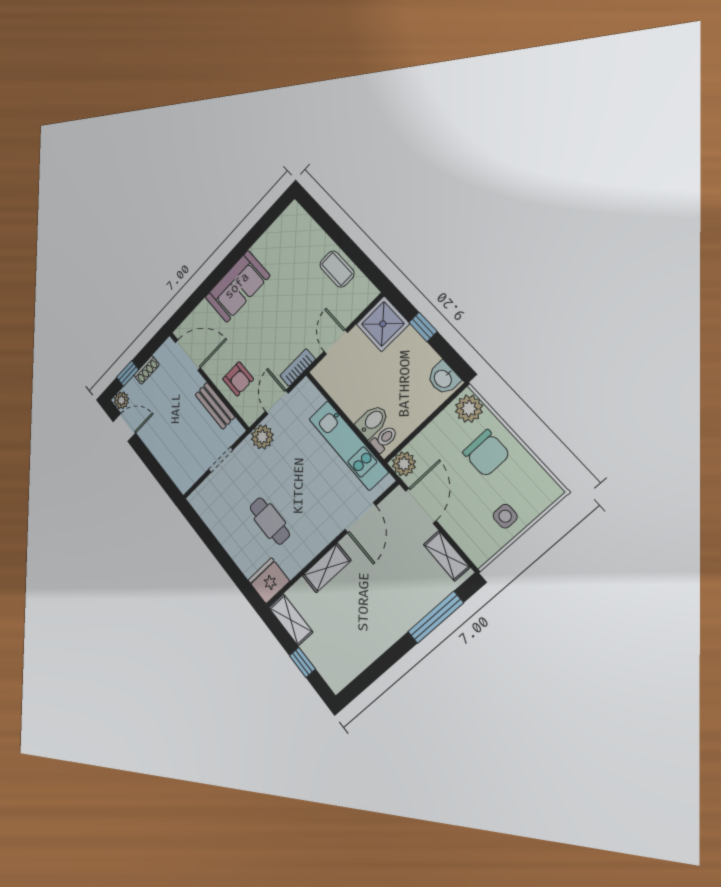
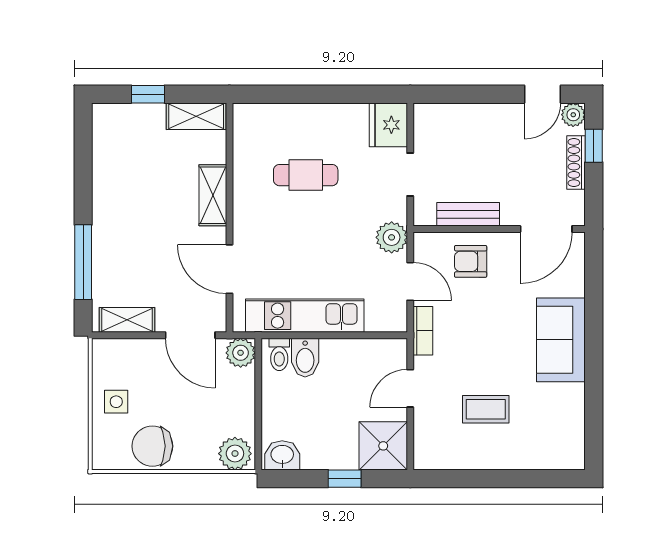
coffee table: (337, 269) -> (486, 409), moved
door: (336, 342) -> (410, 388), swing flipped
shoe rack: (147, 370) -> (576, 163), width x1.43
chair: (486, 453) -> (152, 446), moved
fridge: (269, 581) -> (388, 125), moved, turned 180

